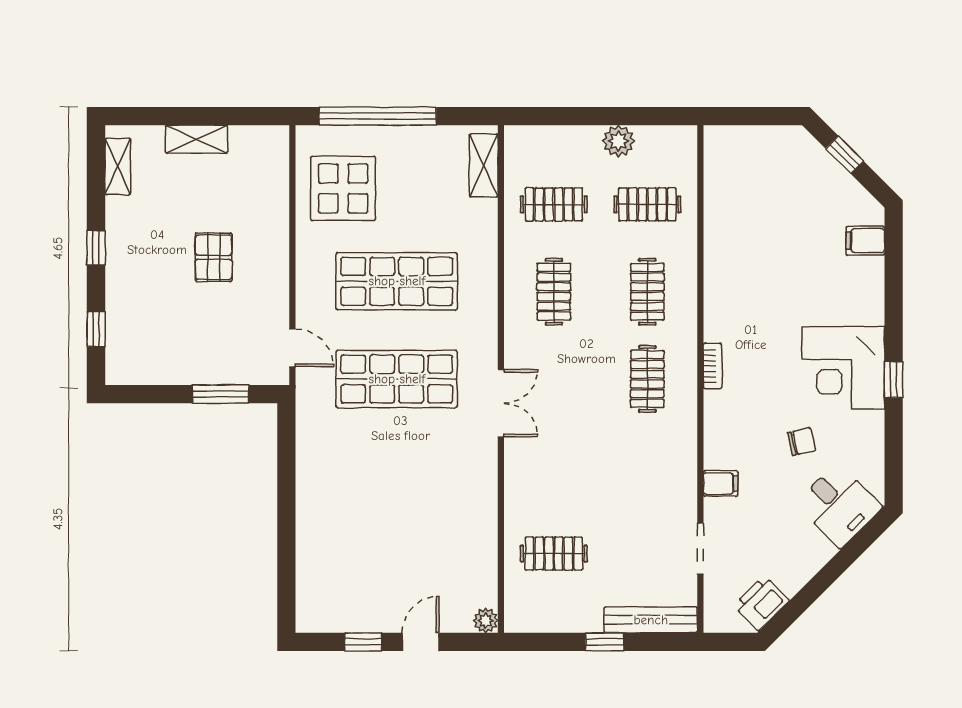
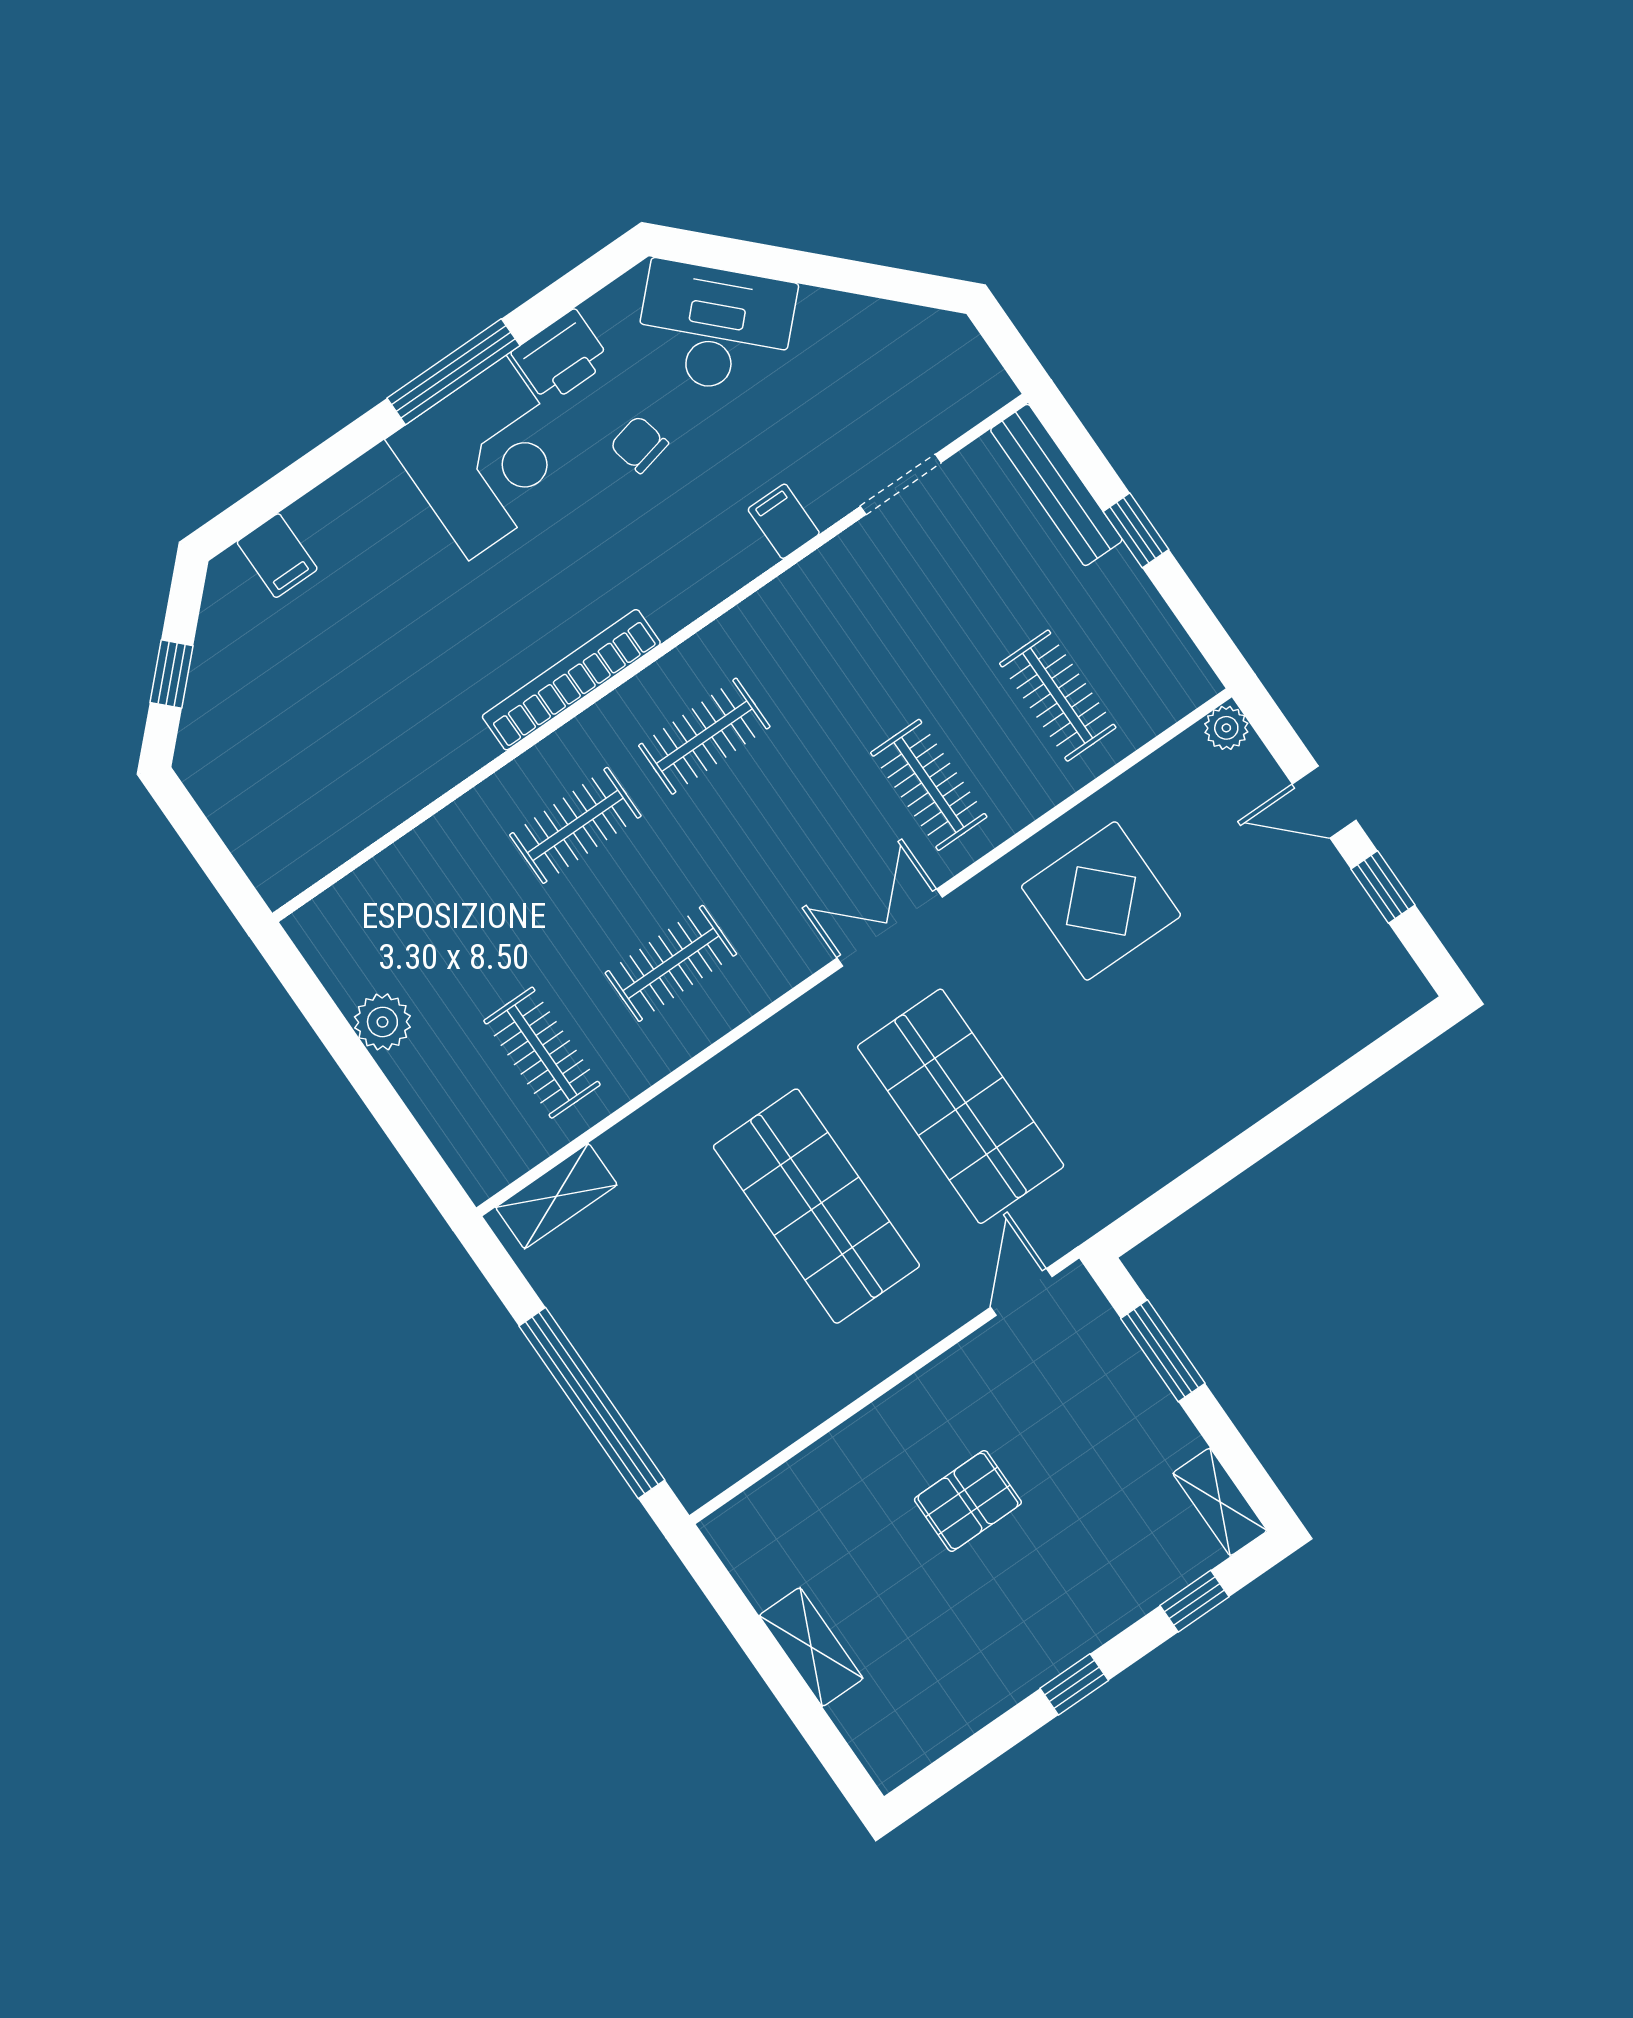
shelving: (118, 167) -> (1220, 1502), moved, turned 90
display table: (343, 188) -> (1101, 901), moved
clothes rail: (647, 204) -> (929, 785), moved
bookcase: (712, 366) -> (571, 680), width x2.31, depth x1.31
window: (894, 380) -> (453, 372), width x2.17
desk: (839, 505) -> (715, 328), width x1.37
printer: (761, 603) -> (561, 357), moved, turned -45

